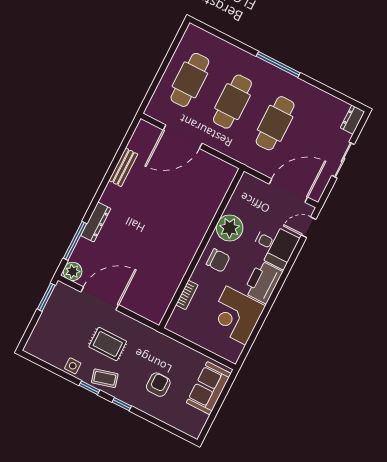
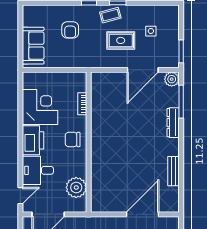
plant: (230, 228) -> (76, 187), moved
side table: (73, 366) -> (151, 31), moved

